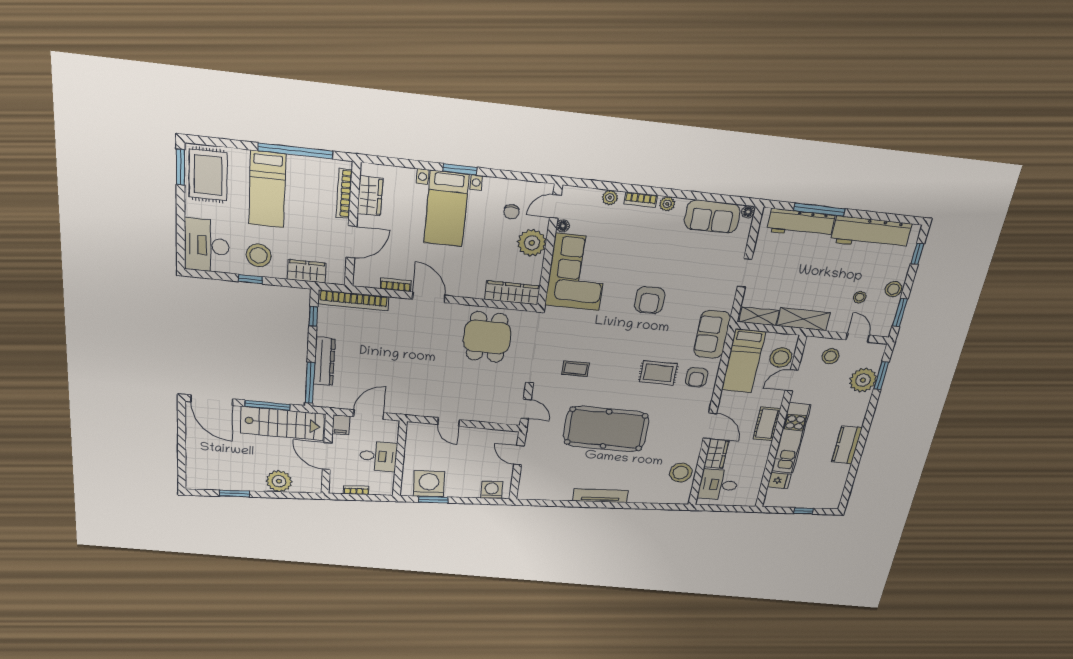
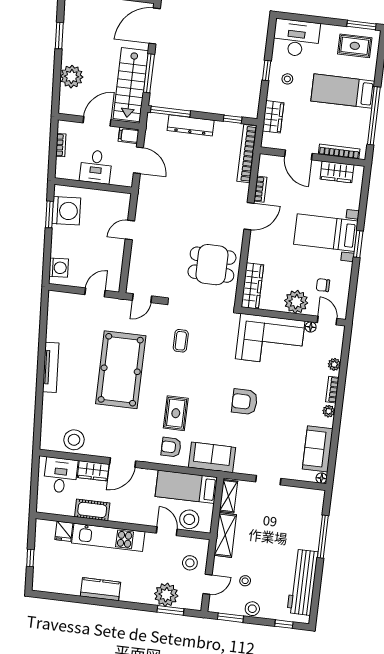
rug: (208, 175) -> (355, 46), width x0.73, depth x0.70
workbench: (801, 223) -> (311, 523), removed
stool: (259, 255) -> (287, 79), width x0.53, depth x0.53
cot: (767, 424) -> (92, 510), moved

